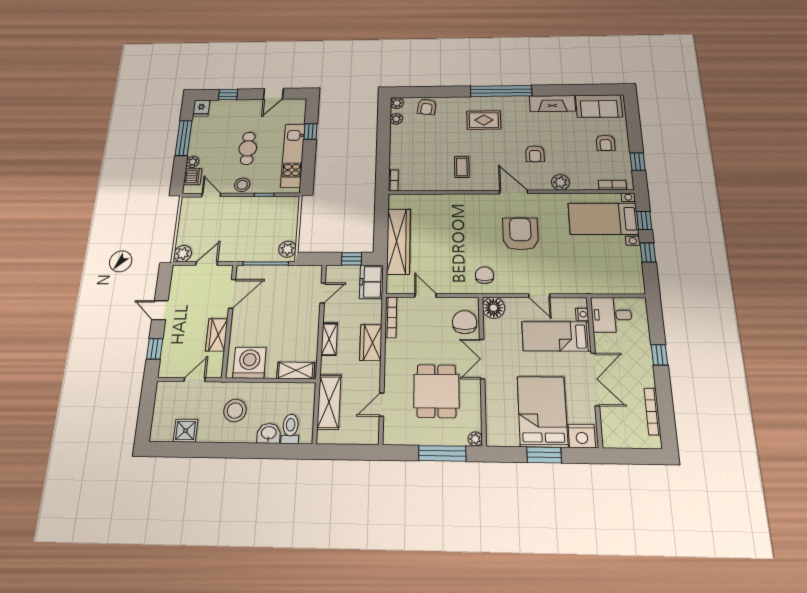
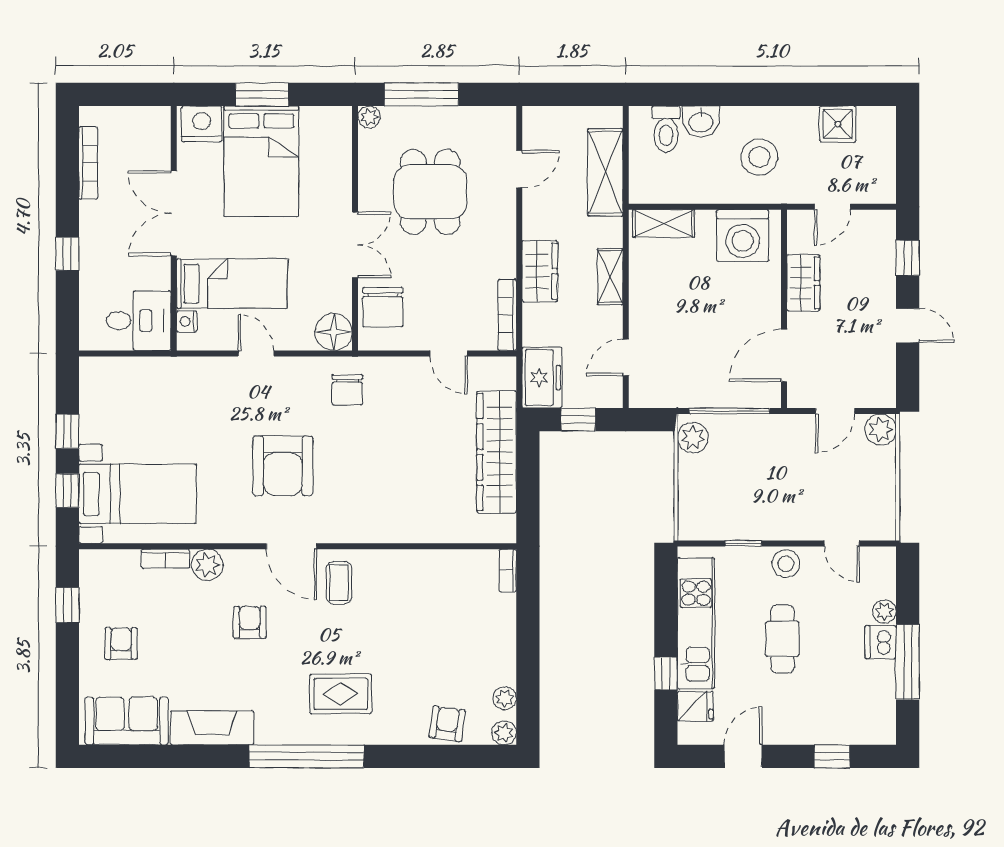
fridge: (201, 108) -> (695, 706), moved, turned 90
coffee table: (462, 167) -> (339, 583), moved
dishwasher: (193, 177) -> (881, 642), moved
bookcase: (612, 185) -> (165, 559), moved

